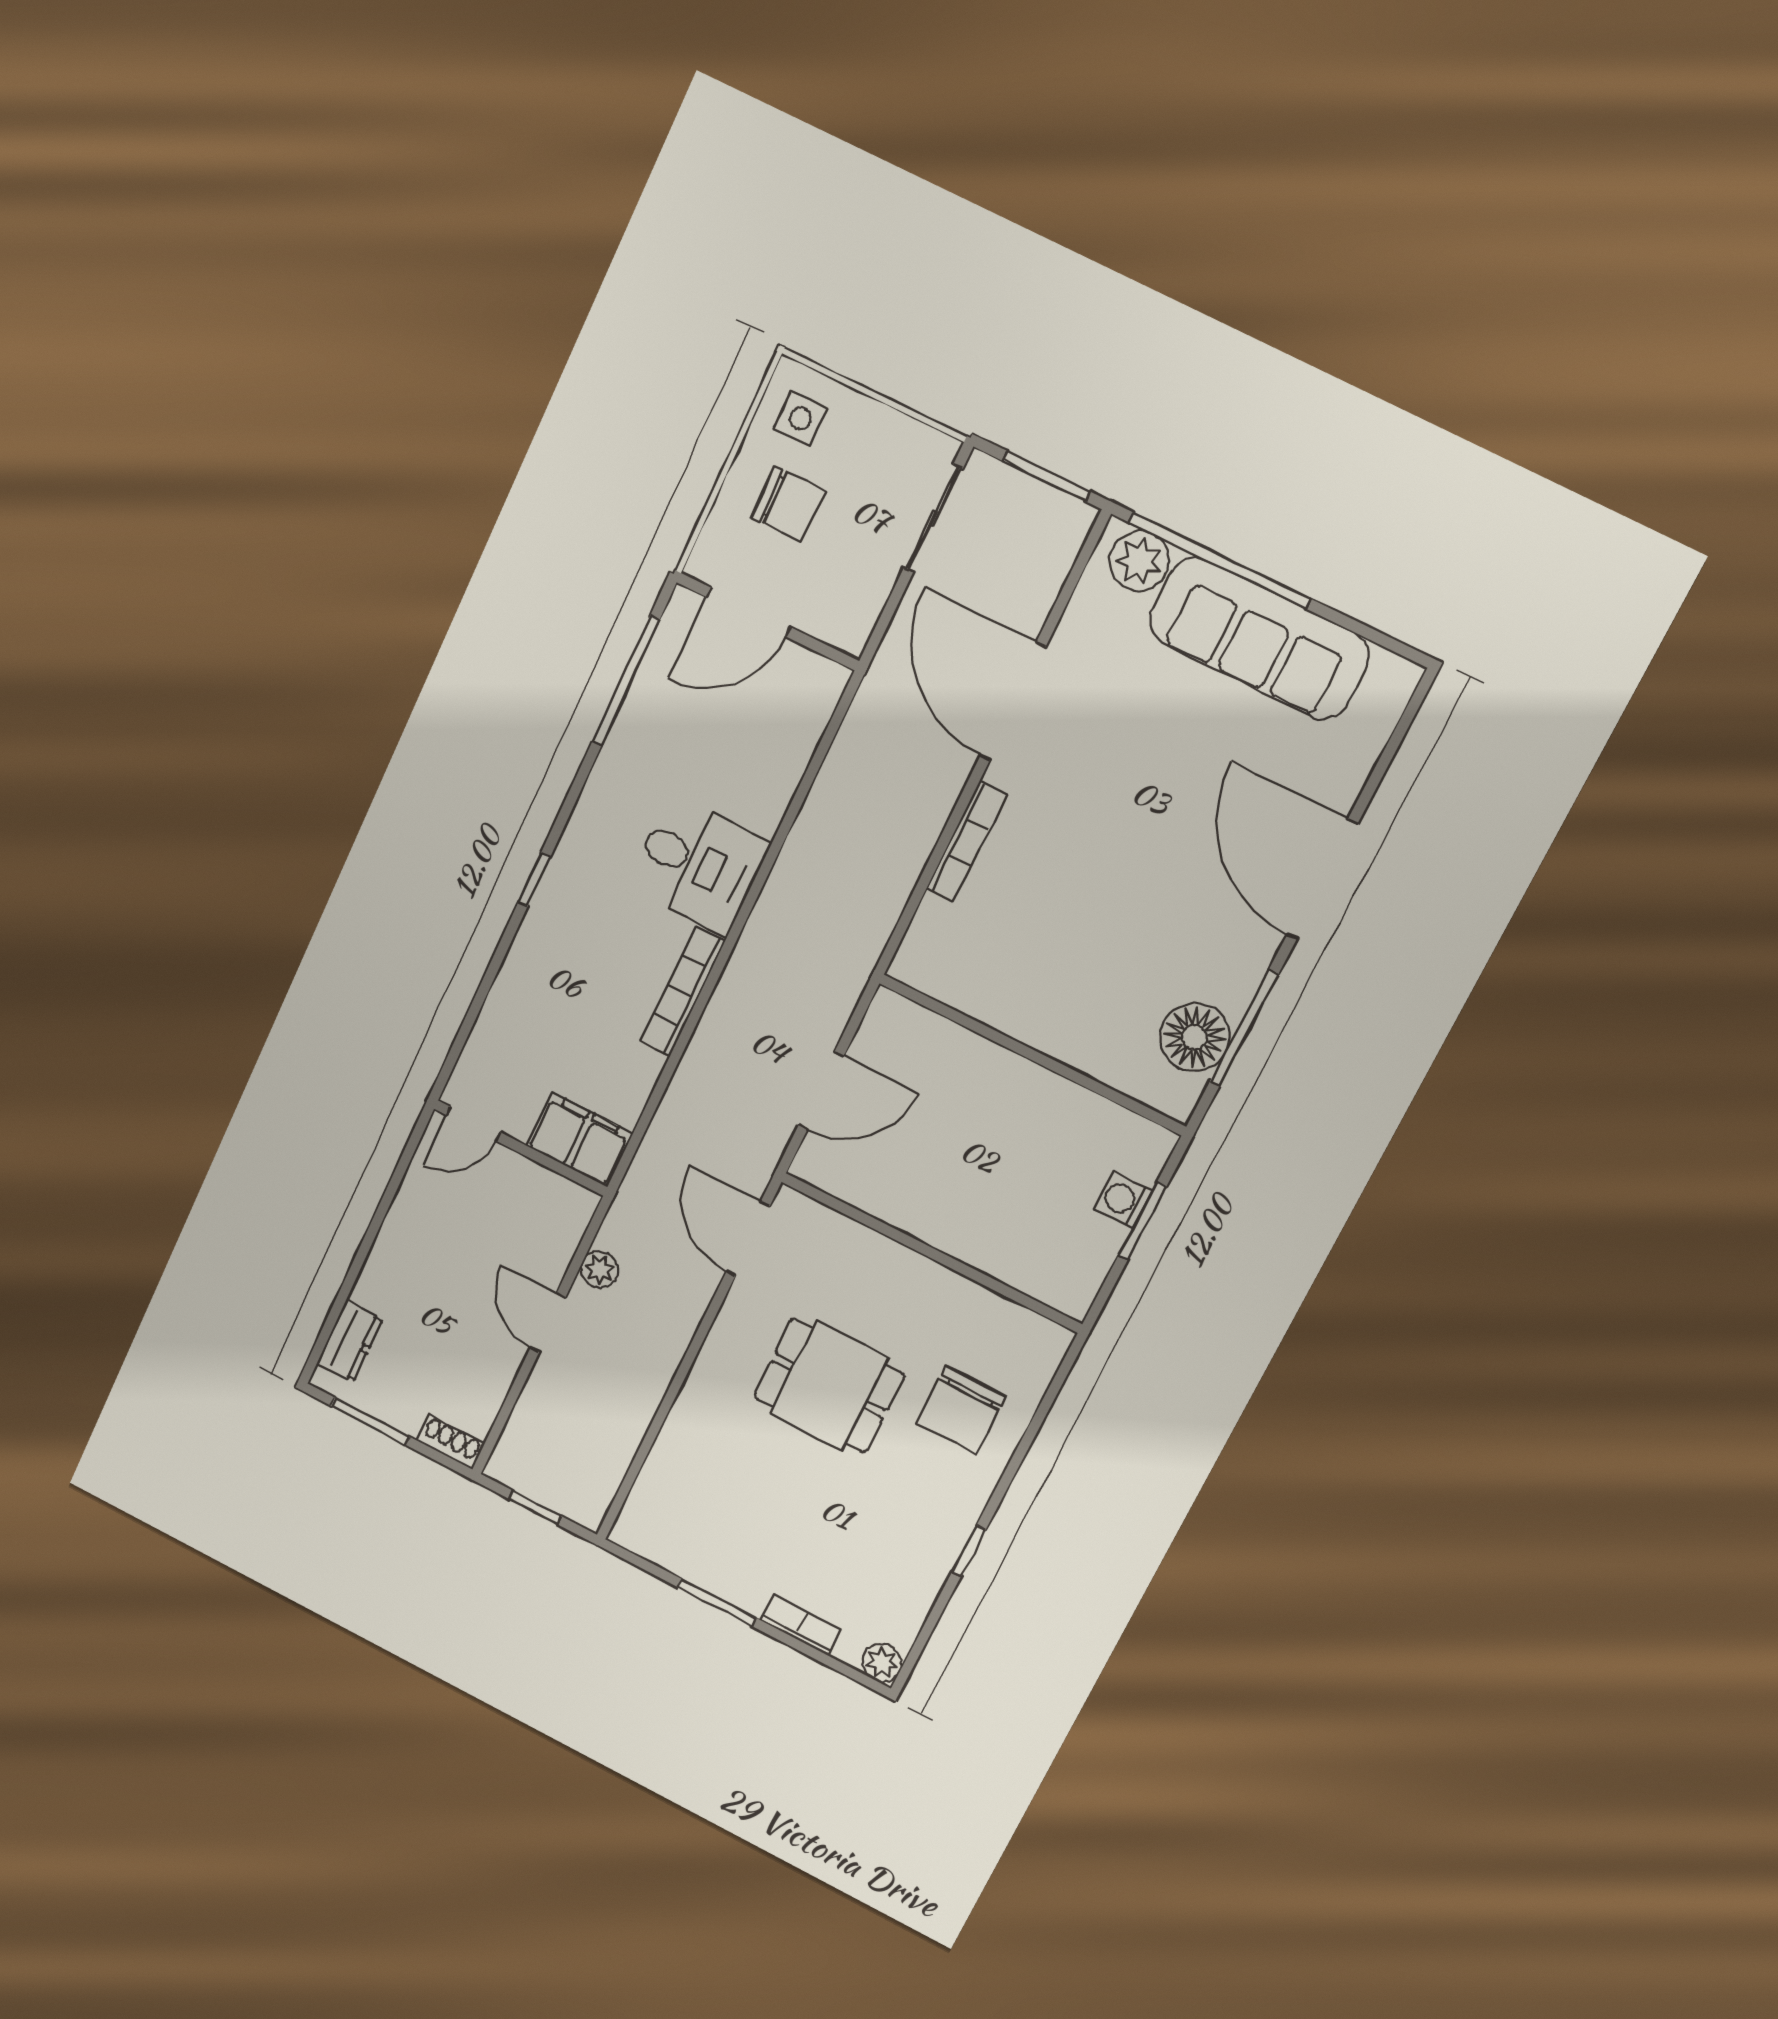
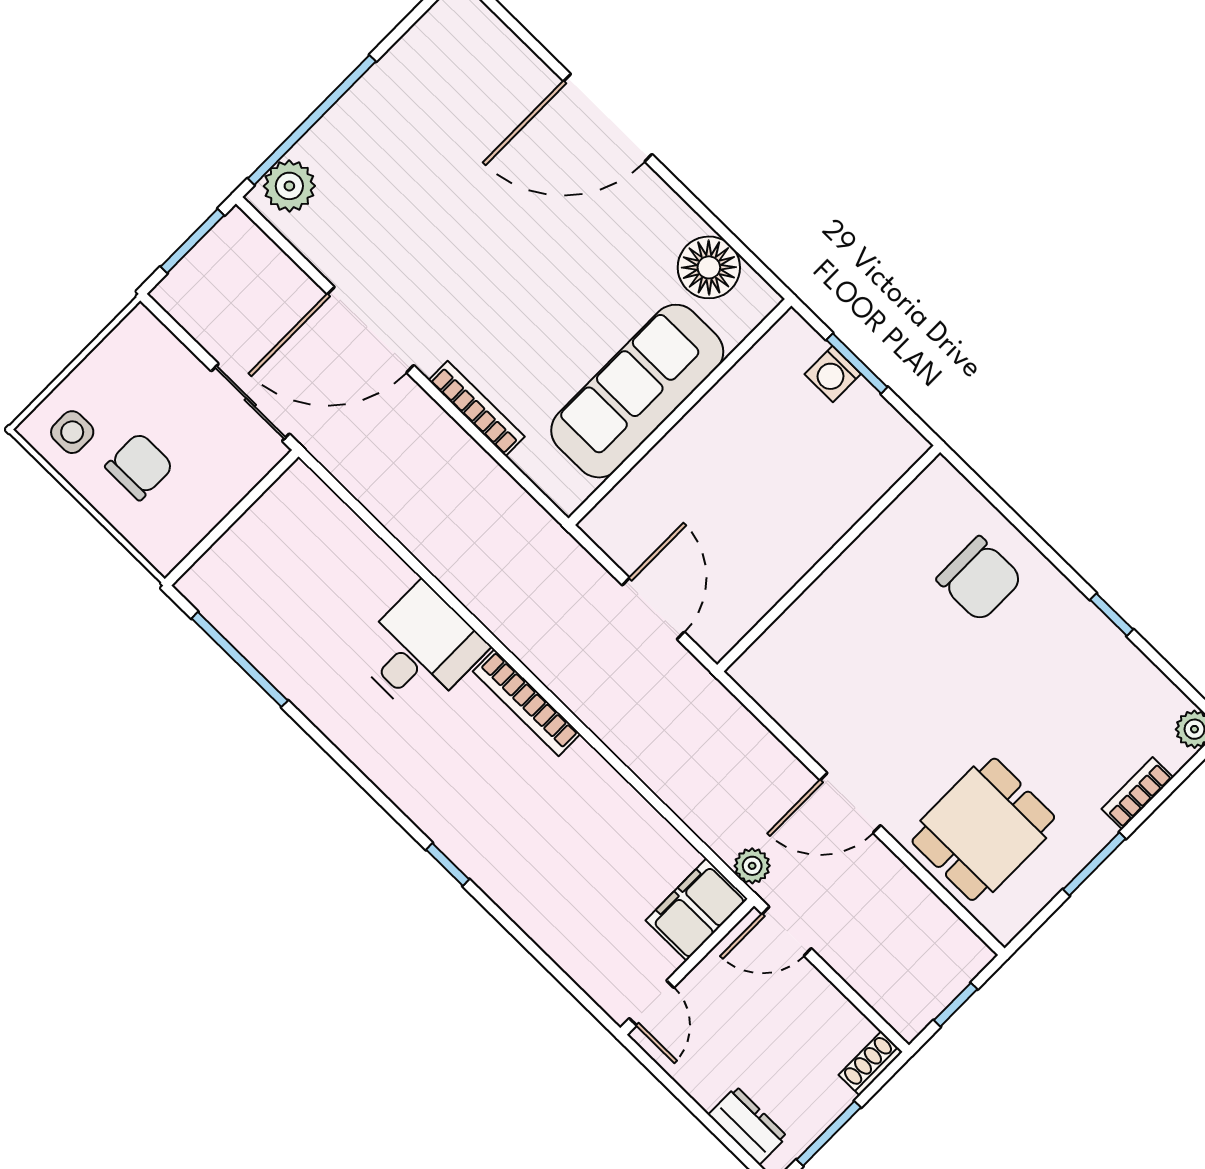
sliding door: (933, 519) -> (250, 402), moved
door: (749, 612) -> (218, 532), removed
sofa: (1259, 638) -> (637, 391), moved, turned 180
window: (534, 879) -> (448, 865), moved
window: (1244, 1028) -> (714, 223), removed
door: (473, 1124) -> (652, 1003), moved
filing cabinet: (579, 1140) -> (697, 910), moved
wall: (521, 1148) -> (687, 967), moved
door: (748, 1239) -> (850, 803), moved
dining table: (829, 1386) -> (983, 829), moved

